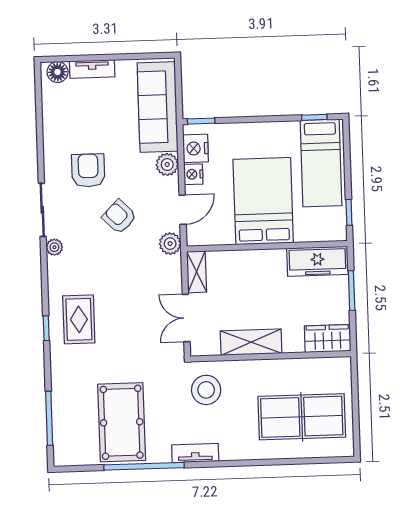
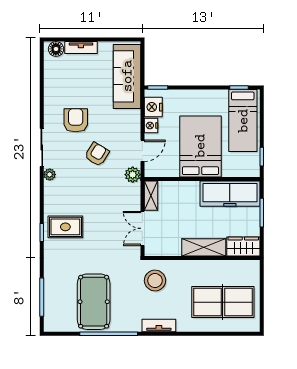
plant: (167, 164) -> (132, 118), removed
armchair: (119, 217) -> (97, 154), turned 77
freezer: (317, 261) -> (230, 194), width x1.36, depth x1.26
rug: (79, 319) -> (65, 227), turned 90
shelving: (251, 342) -> (204, 247), moved
tv unit: (195, 453) -> (159, 326), moved

